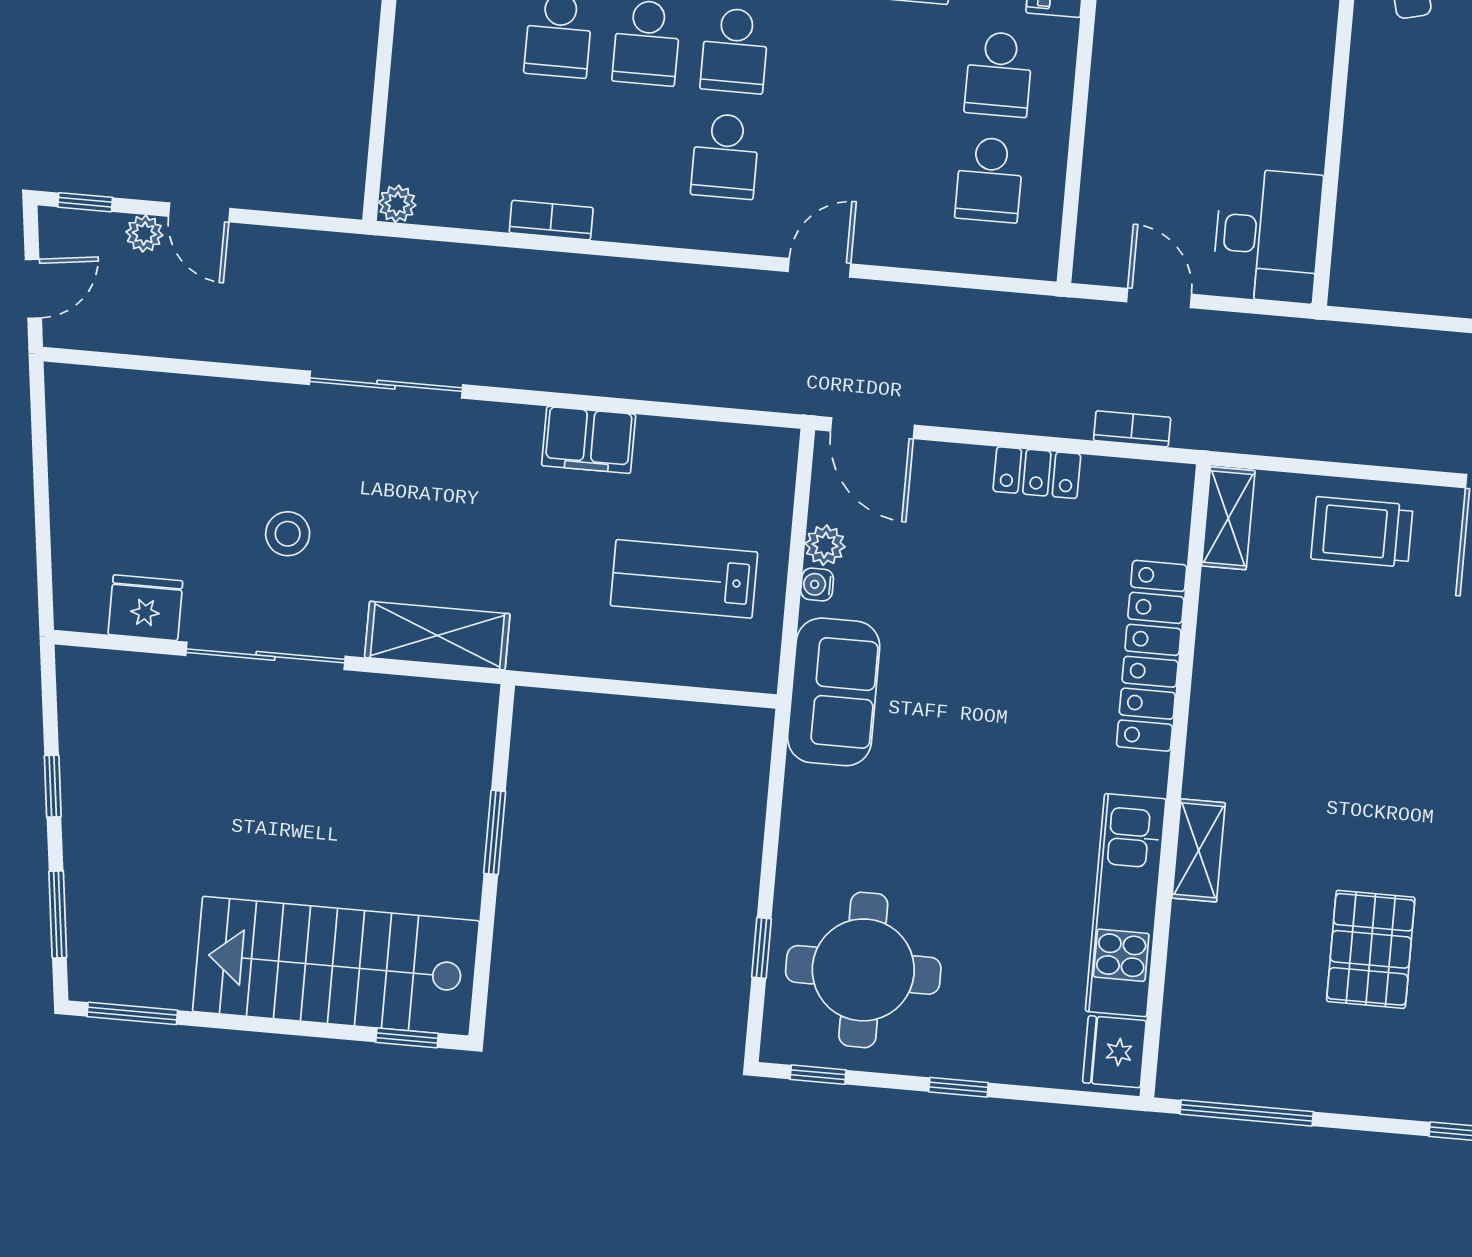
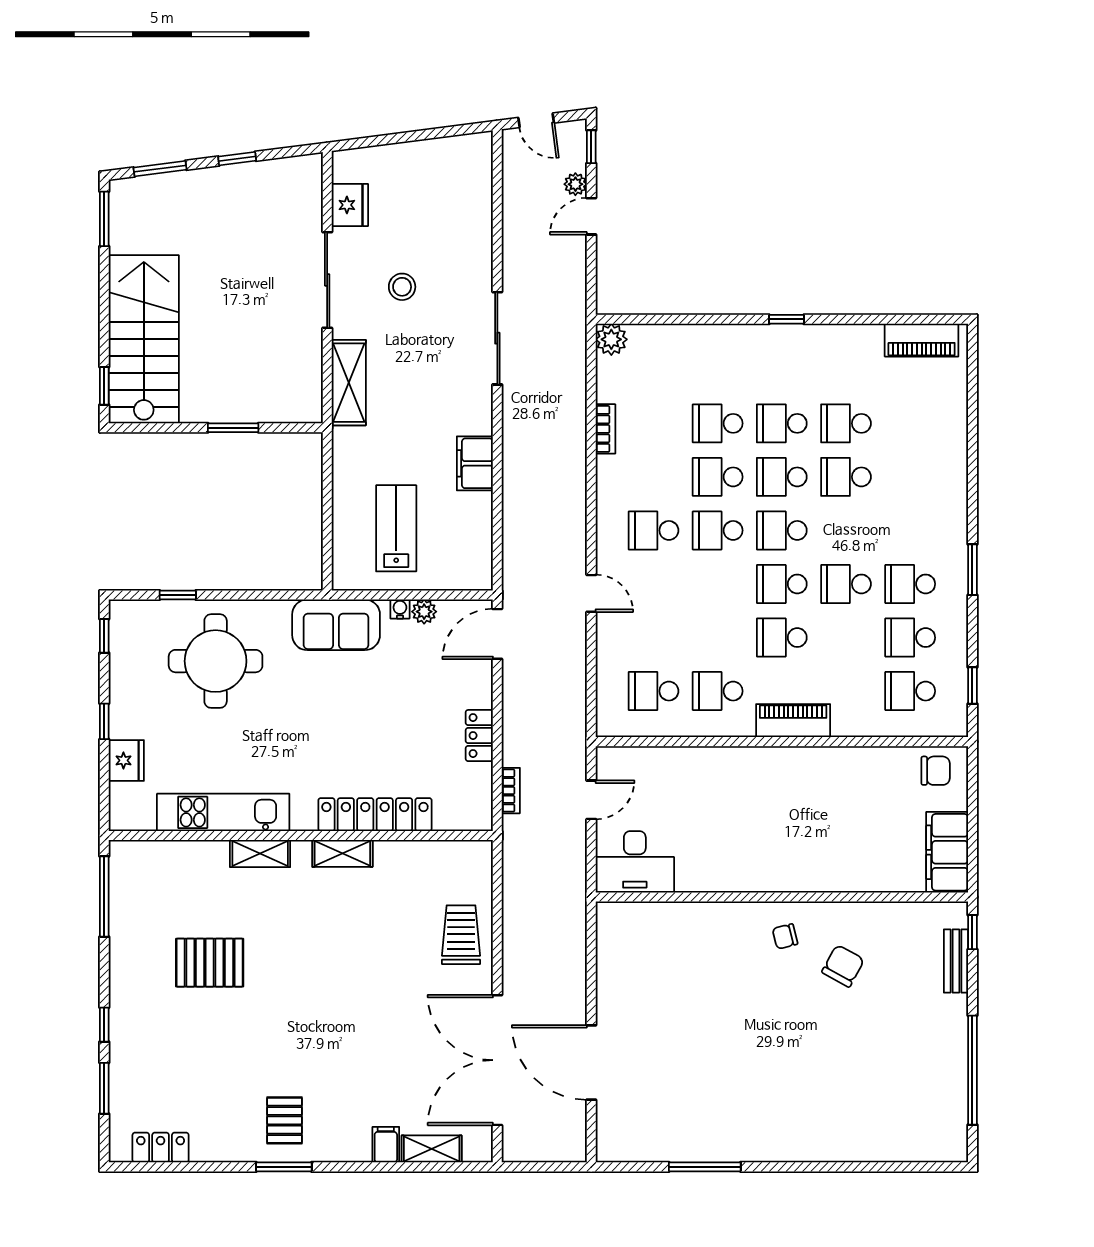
plant: (397, 204) -> (611, 339), width x1.38, depth x1.38
shelving: (1228, 518) -> (342, 853), moved
round table: (863, 970) -> (216, 661), moved
fridge: (1114, 1052) -> (126, 760), moved, turned 90

